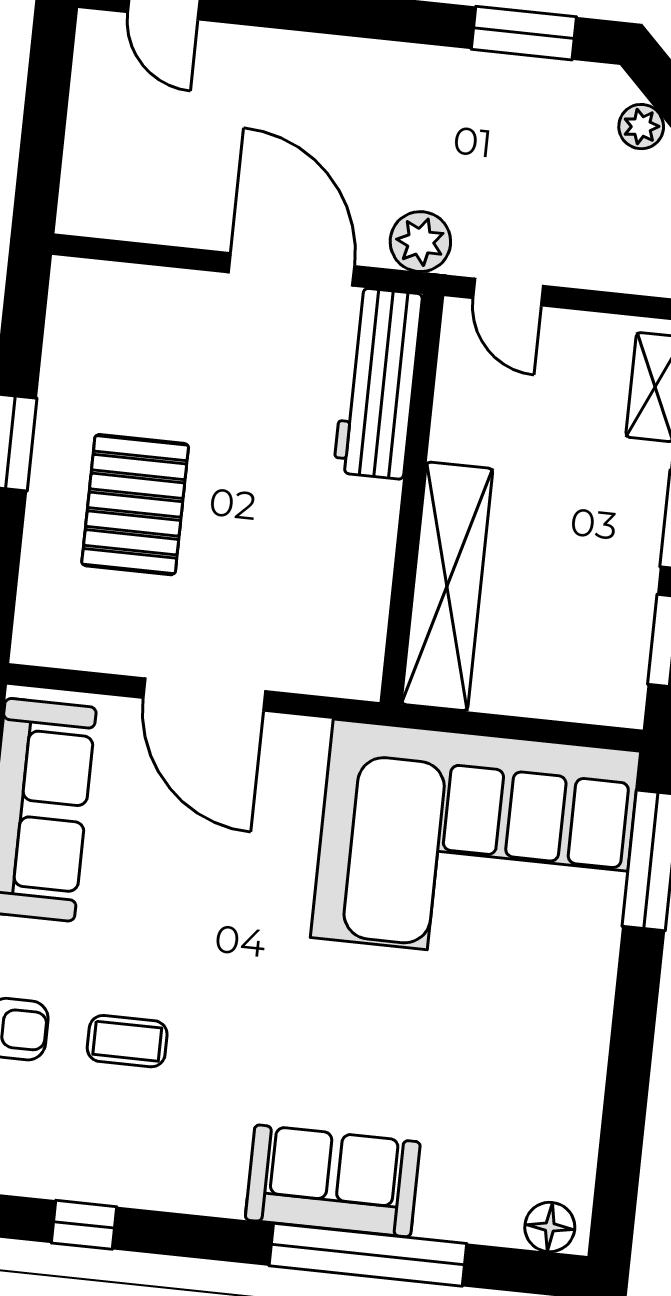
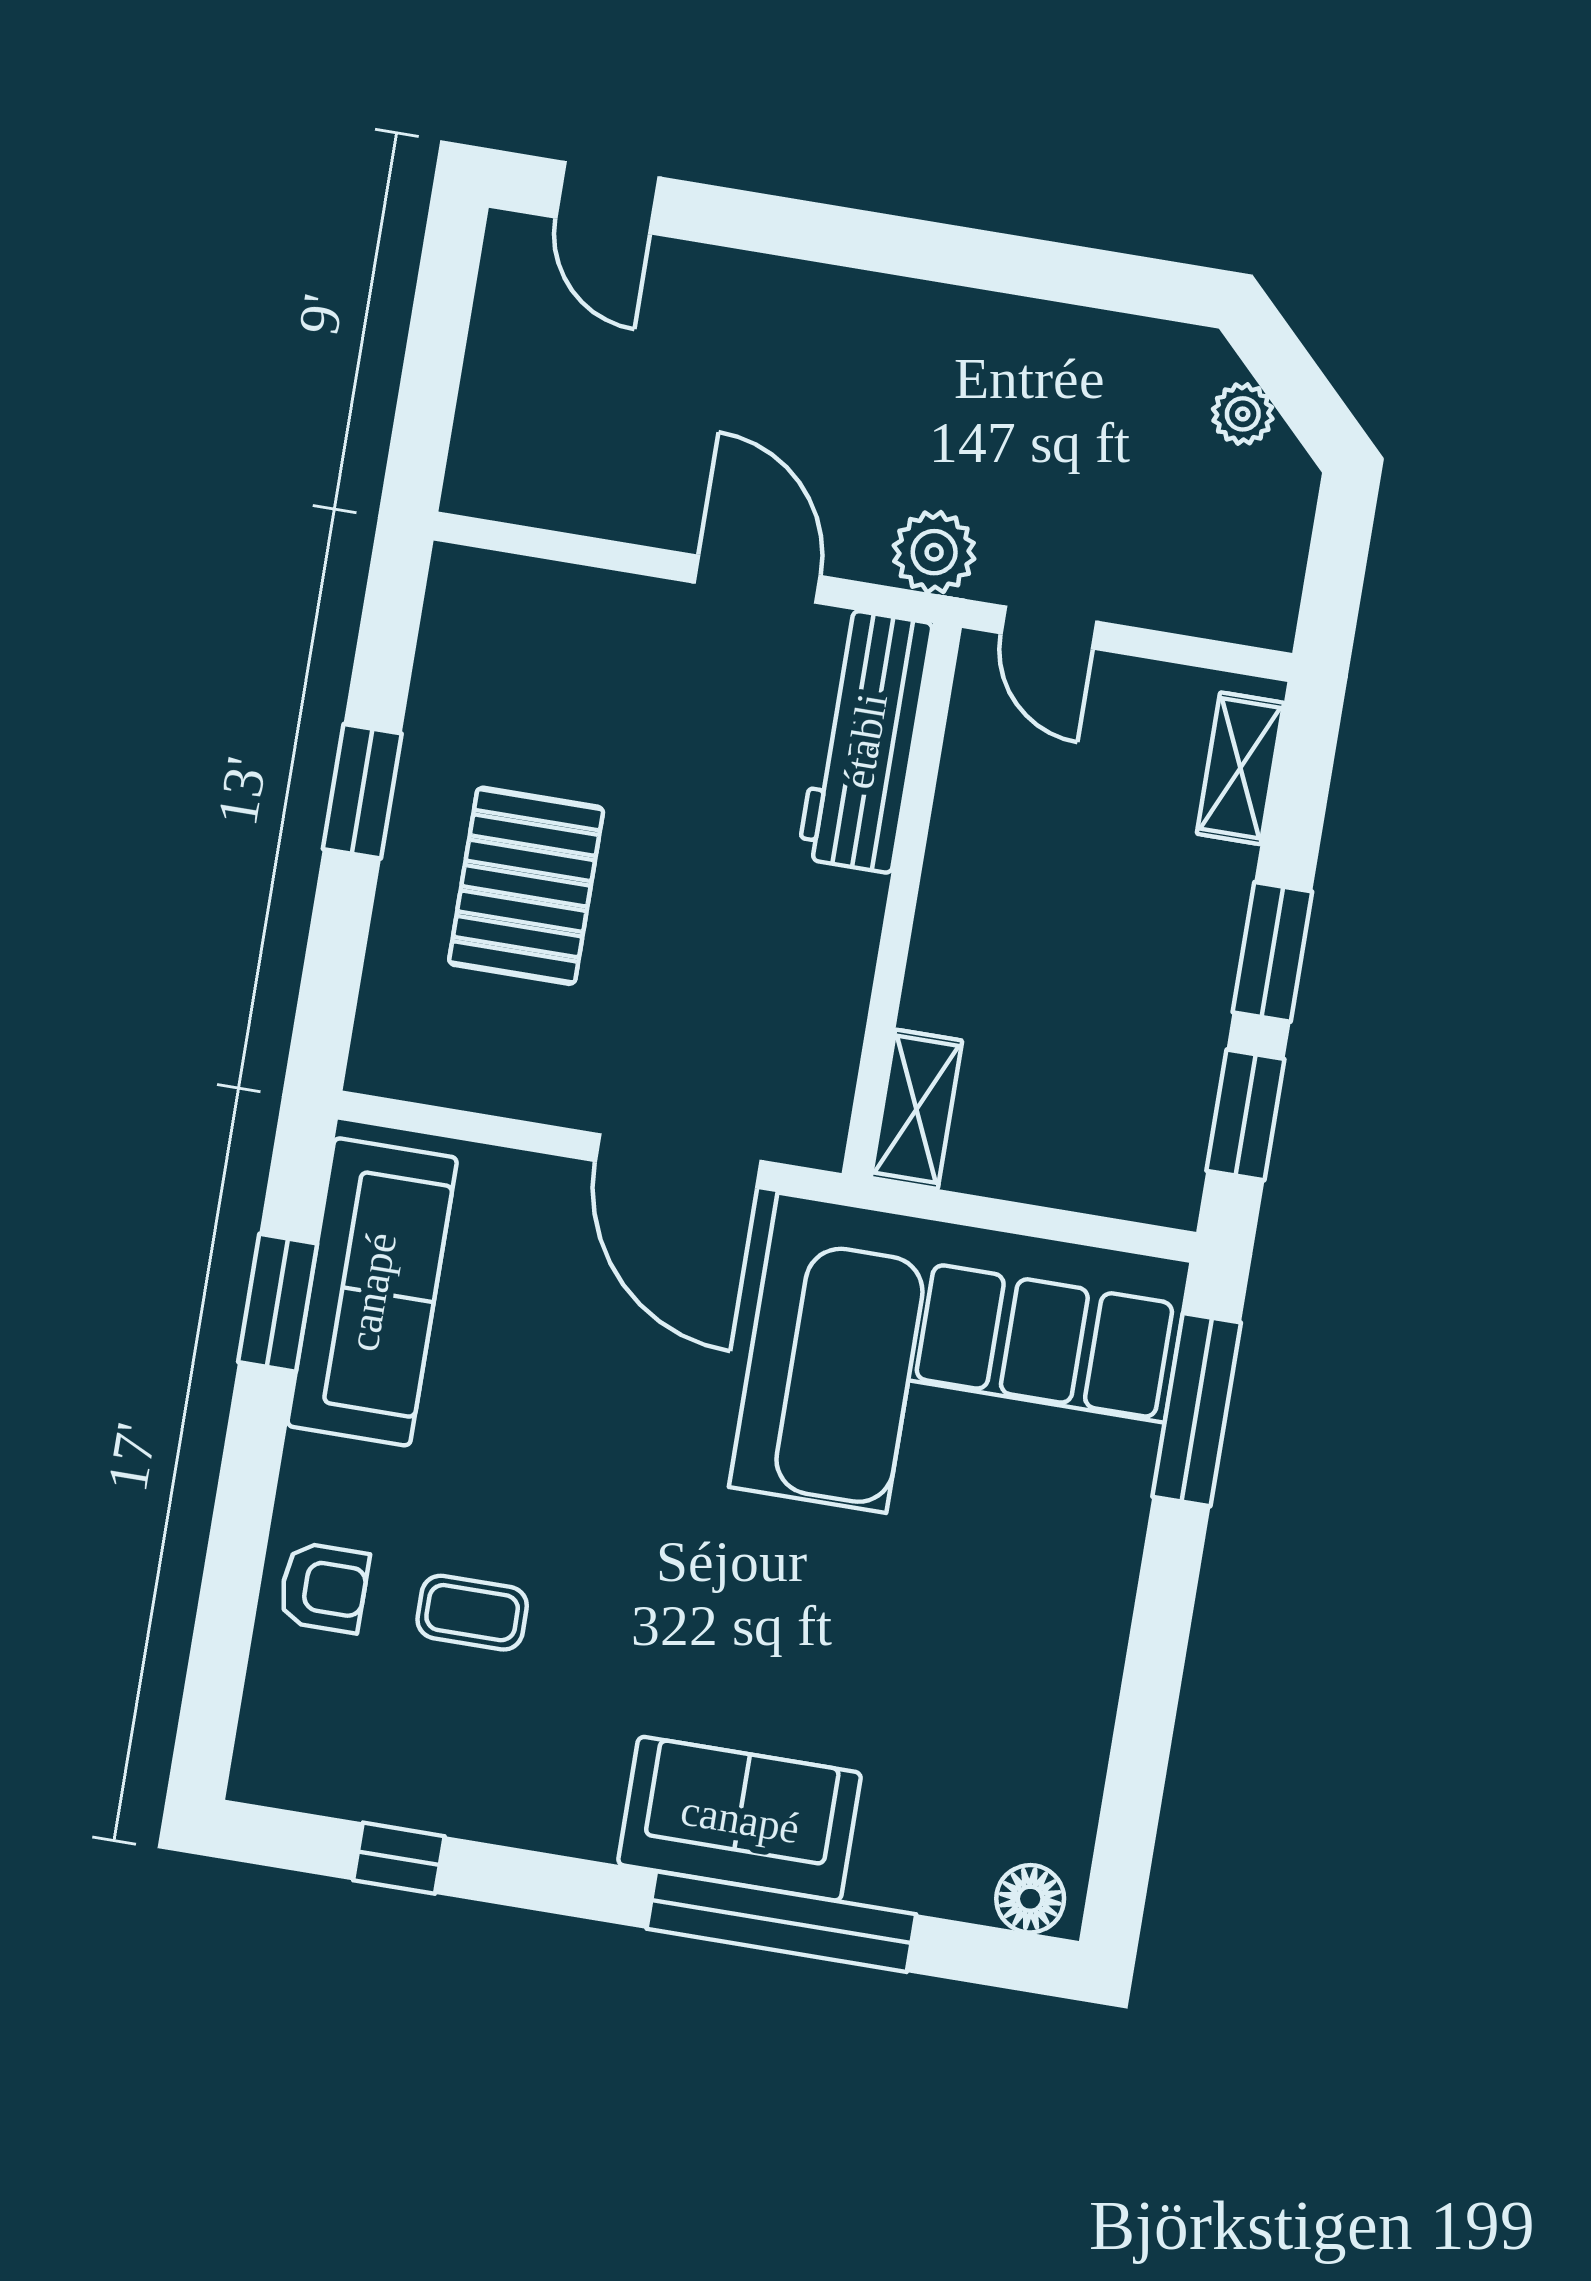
window: (524, 33) -> (1091, 278), removed
door: (292, 269) -> (757, 579), width x0.73
shelving: (447, 586) -> (916, 1109), width x0.45, depth x0.75
door: (204, 694) -> (678, 1161), moved

